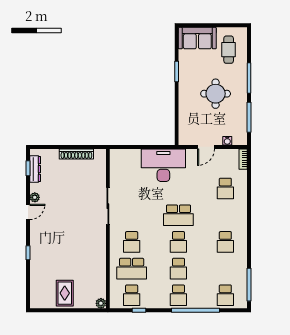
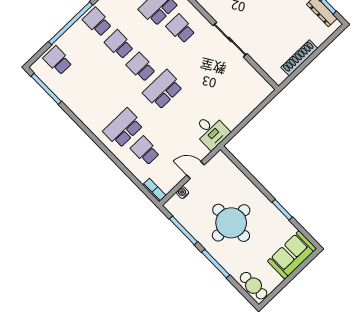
cafe table: (229, 50) -> (254, 286), moved
round table: (216, 94) -> (231, 223), width x1.36, depth x1.36
door: (206, 147) -> (196, 170), hinge flipped
desk: (163, 165) -> (211, 131), width x0.53, depth x0.77
school desk: (225, 242) -> (123, 128), moved, width x1.85

